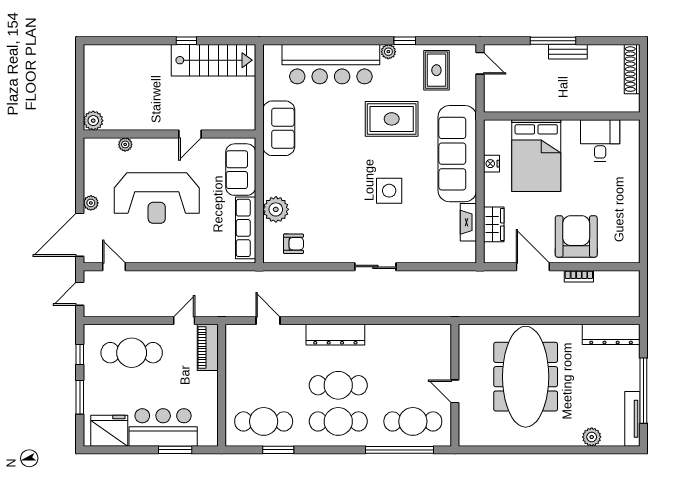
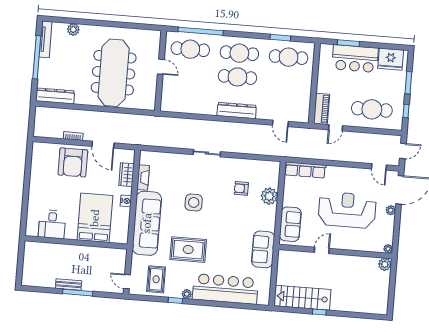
shoe rack: (632, 69) -> (27, 270), removed
plant: (125, 144) -> (388, 249), moved
nightstand: (492, 164) -> (126, 201), moved
row of seats: (246, 228) -> (305, 170), moved, turned 90
armchair: (293, 244) -> (241, 188), moved

